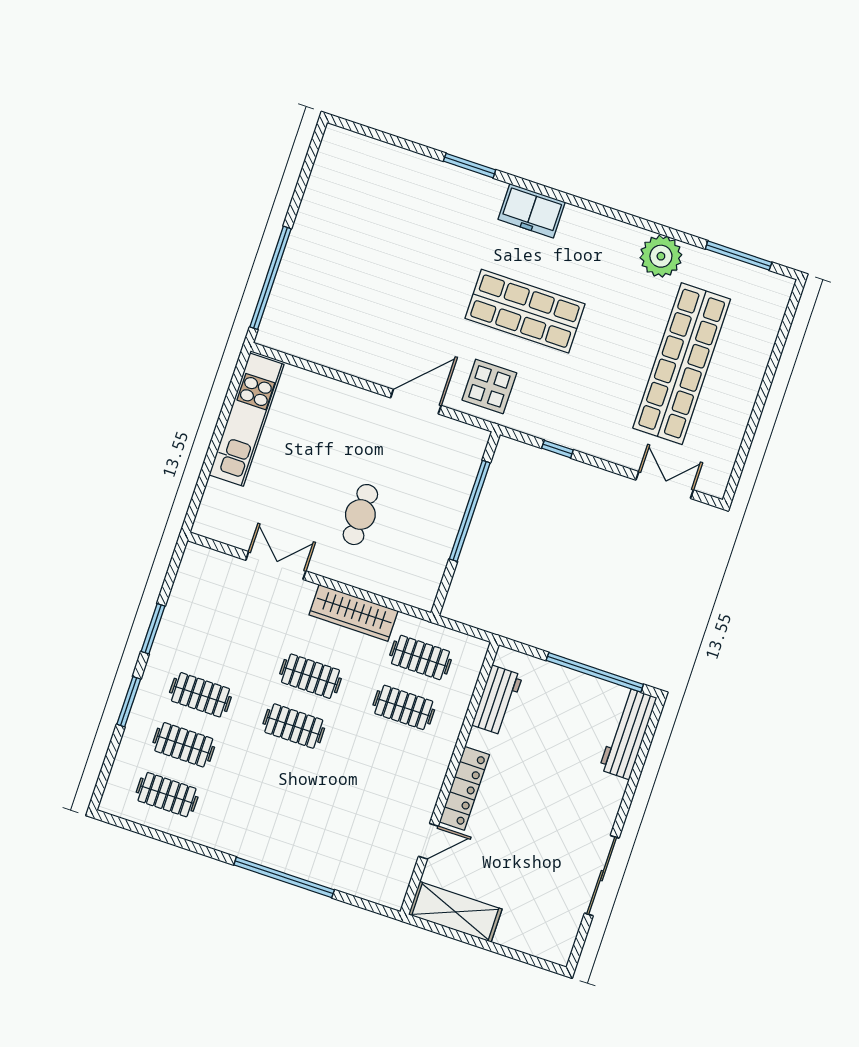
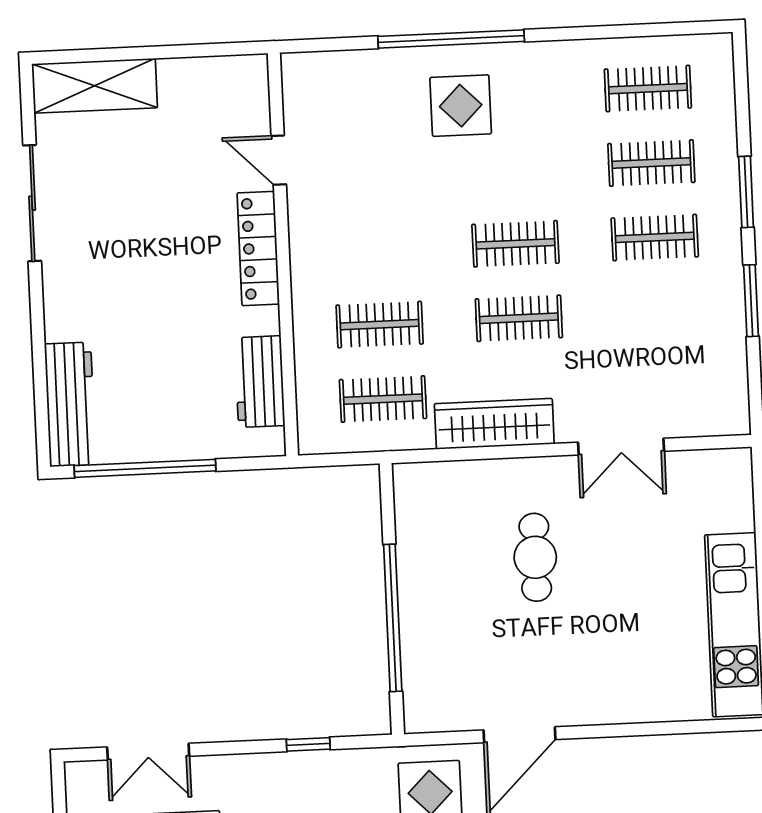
display table: (295, 831) -> (461, 106), added
door: (428, 841) -> (279, 160), hinge flipped
shelving: (455, 912) -> (95, 86), moved

